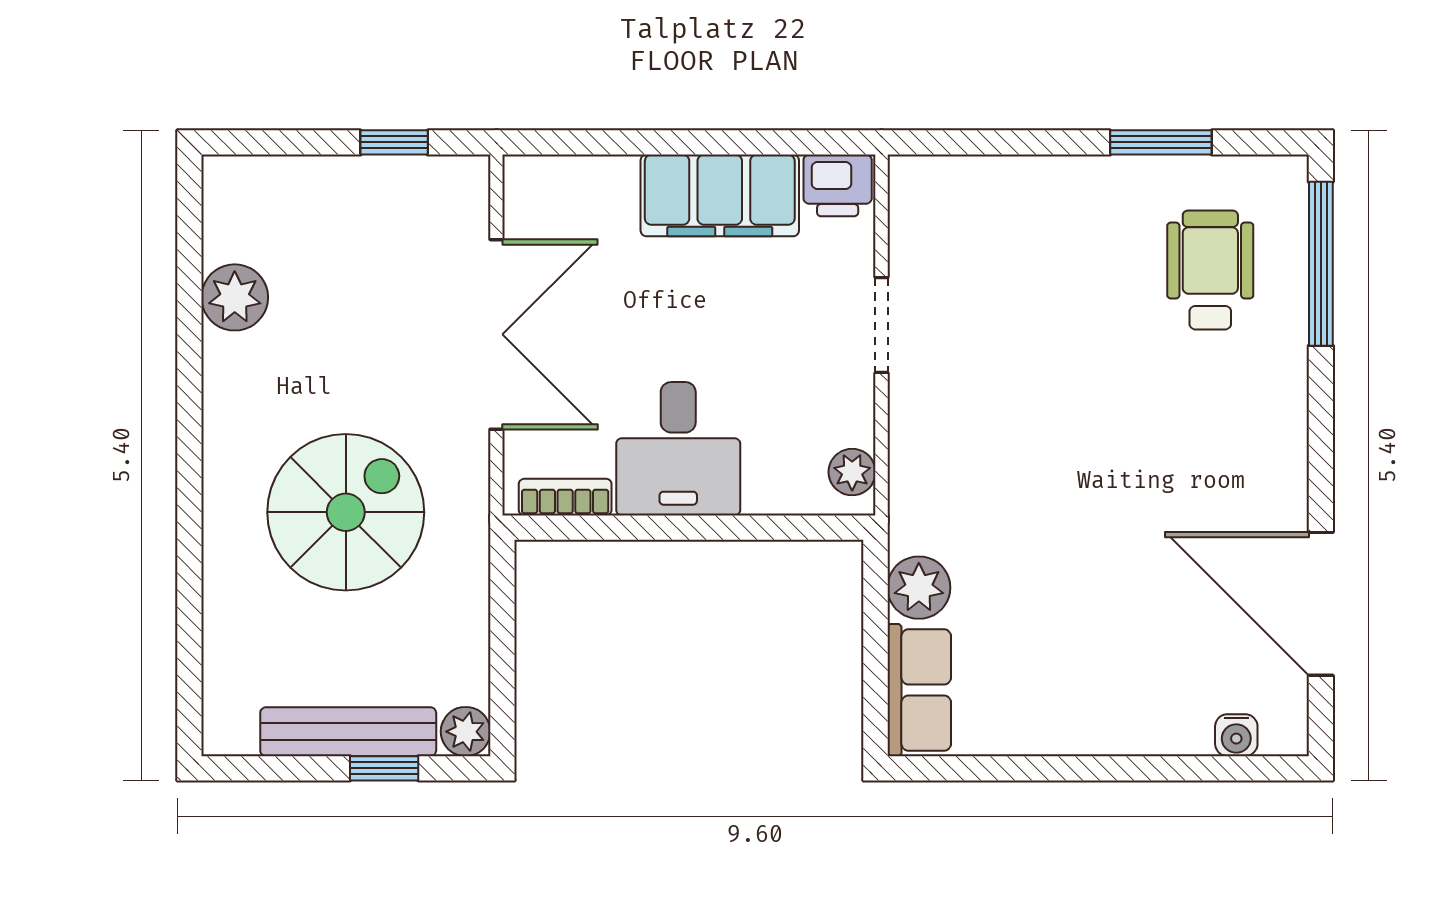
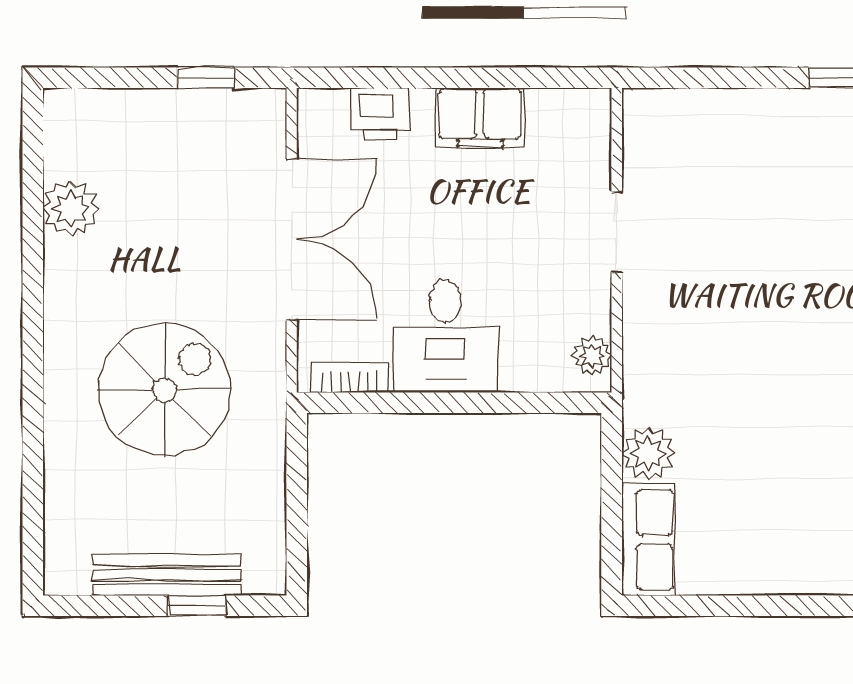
printer: (838, 185) -> (381, 114), moved
filing cabinet: (720, 195) -> (480, 117), width x0.67, depth x0.86
plant: (466, 732) -> (266, 575), removed

